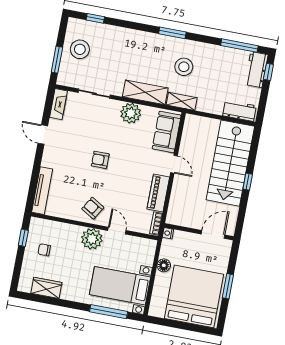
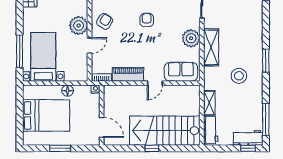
shelving: (182, 101) -> (209, 103), moved
bed: (194, 296) -> (46, 115), width x0.73

